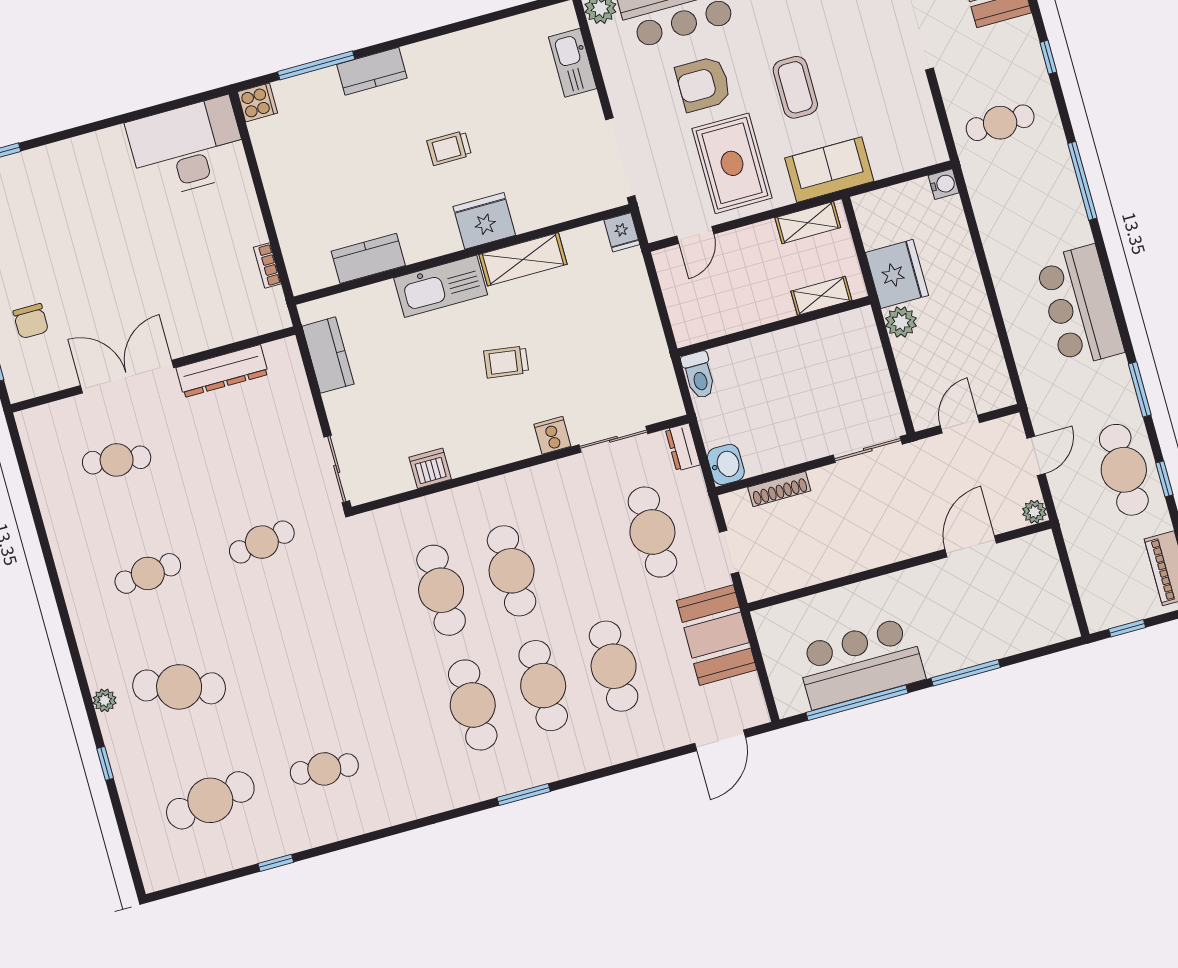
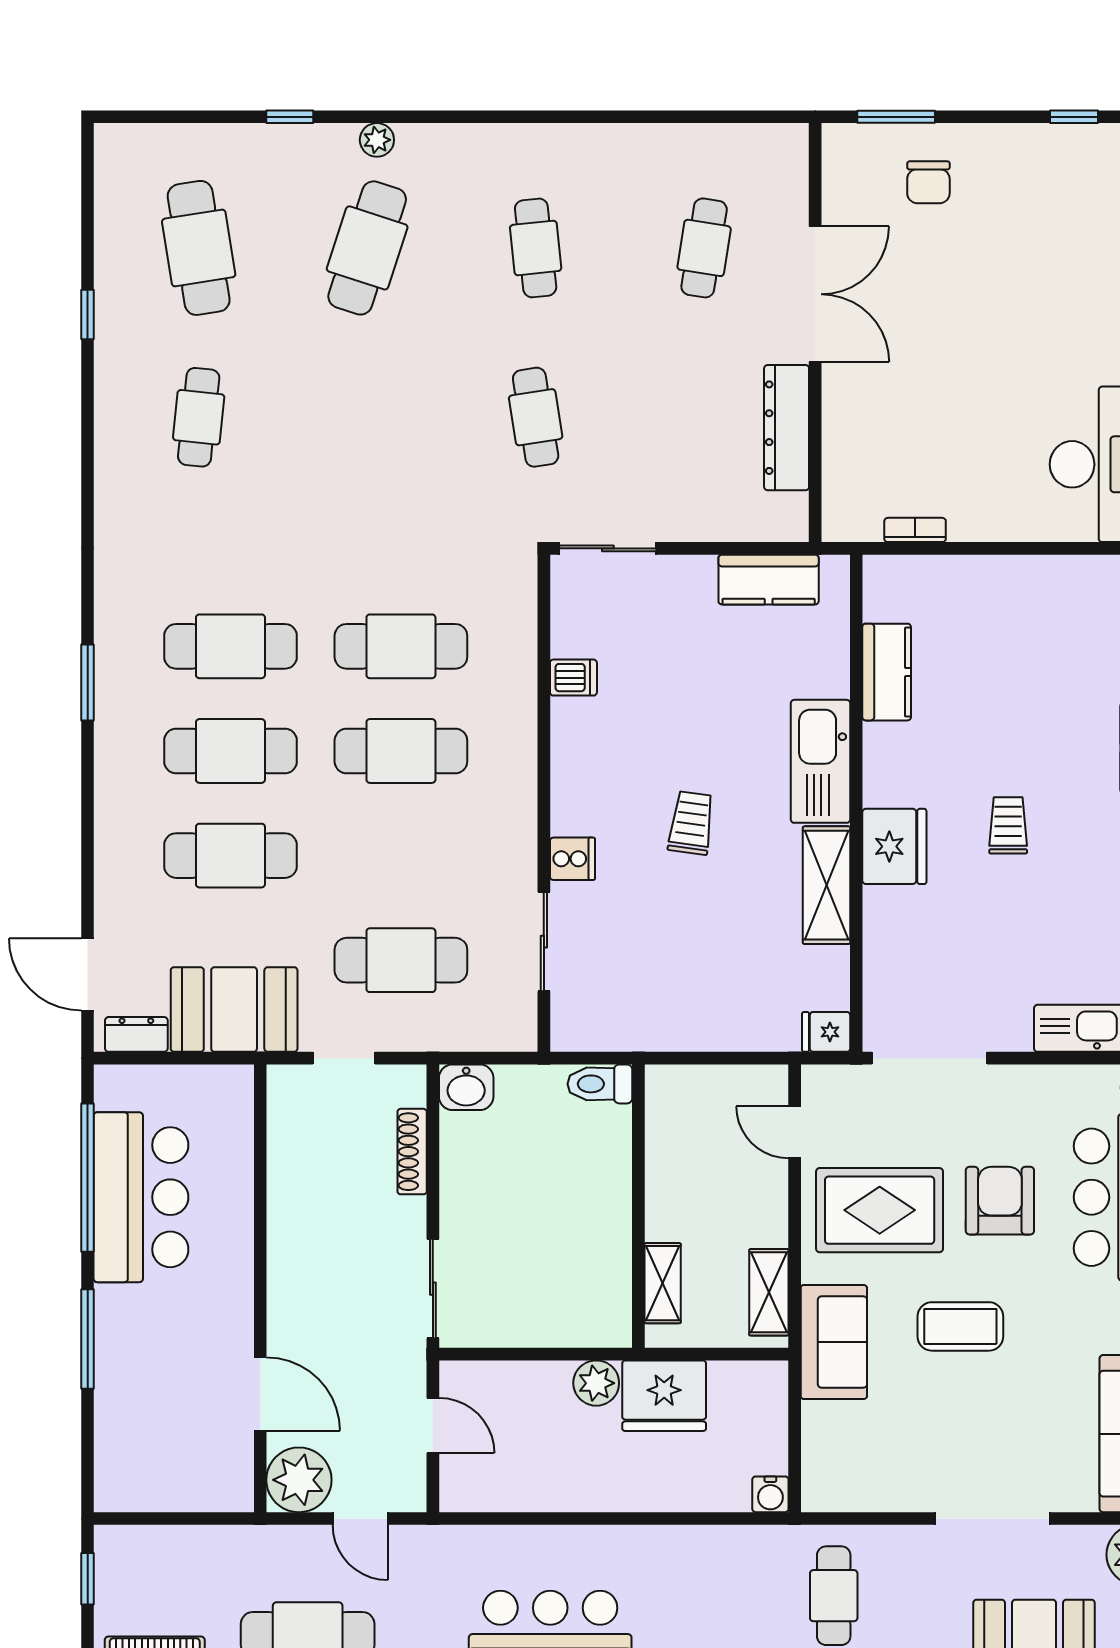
chair: (31, 321) -> (928, 182), turned -90
dresser: (683, 447) -> (136, 1034), moved
dishwasher: (430, 468) -> (573, 678), width x0.73
plant: (1034, 512) -> (299, 1480), width x1.87, depth x1.87

